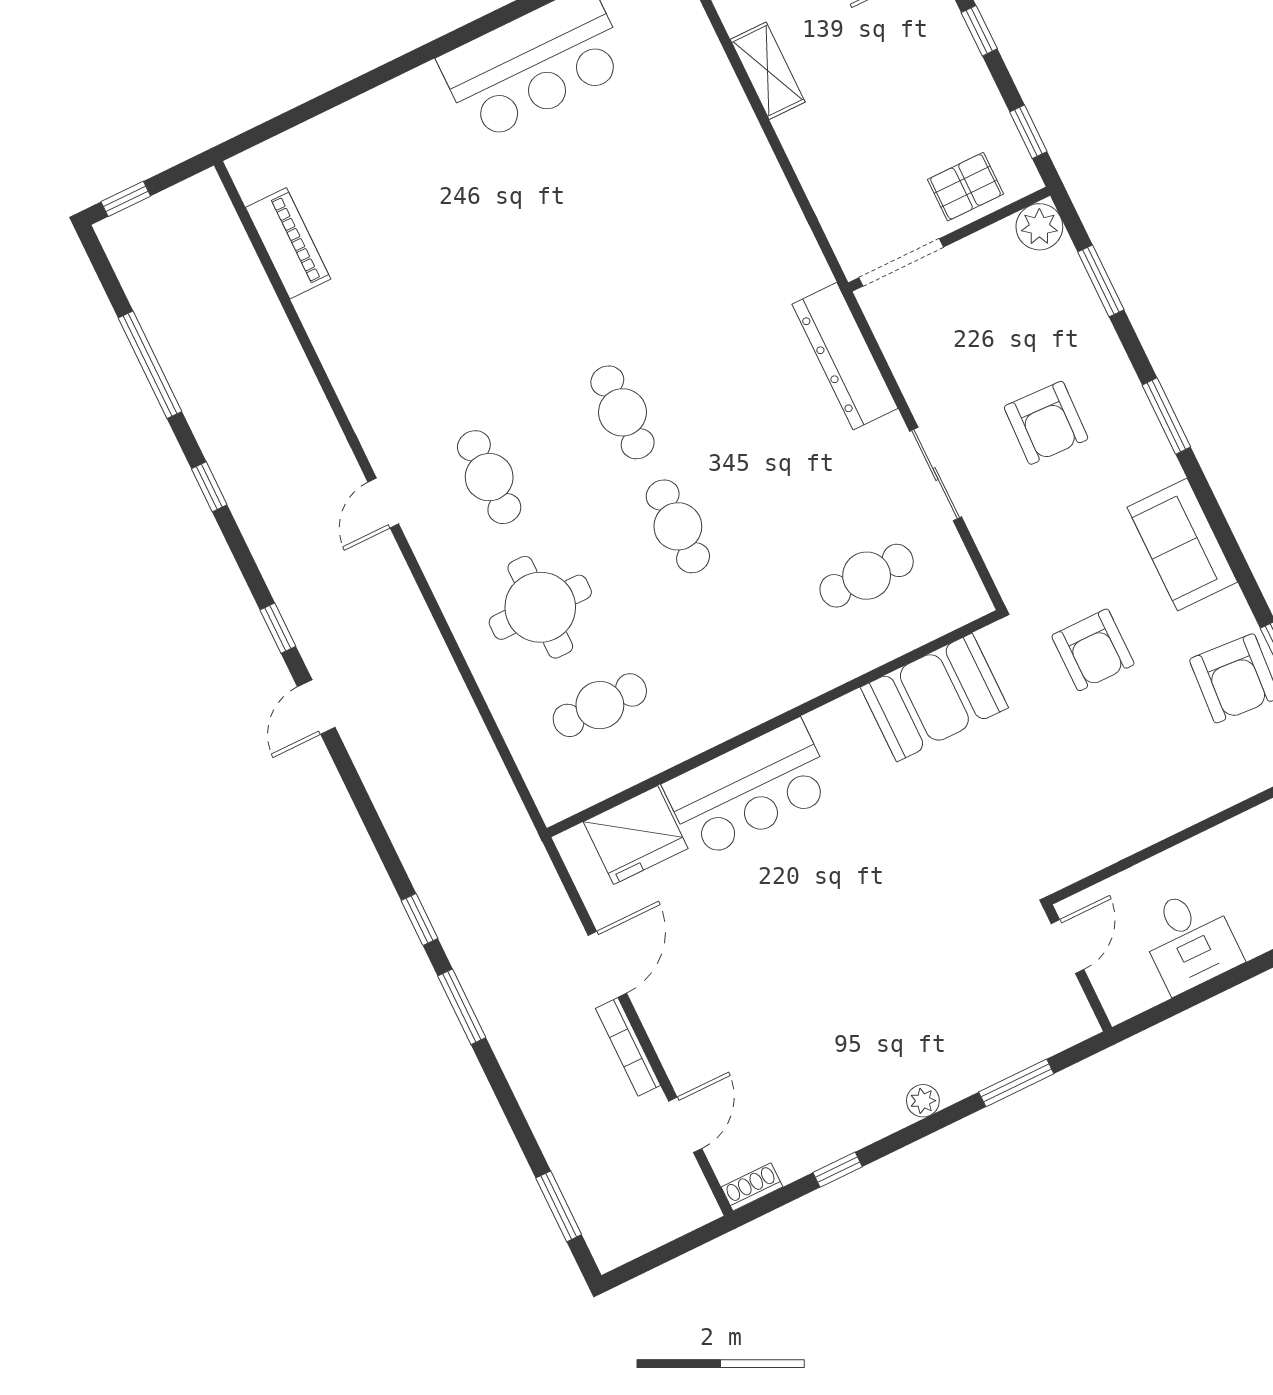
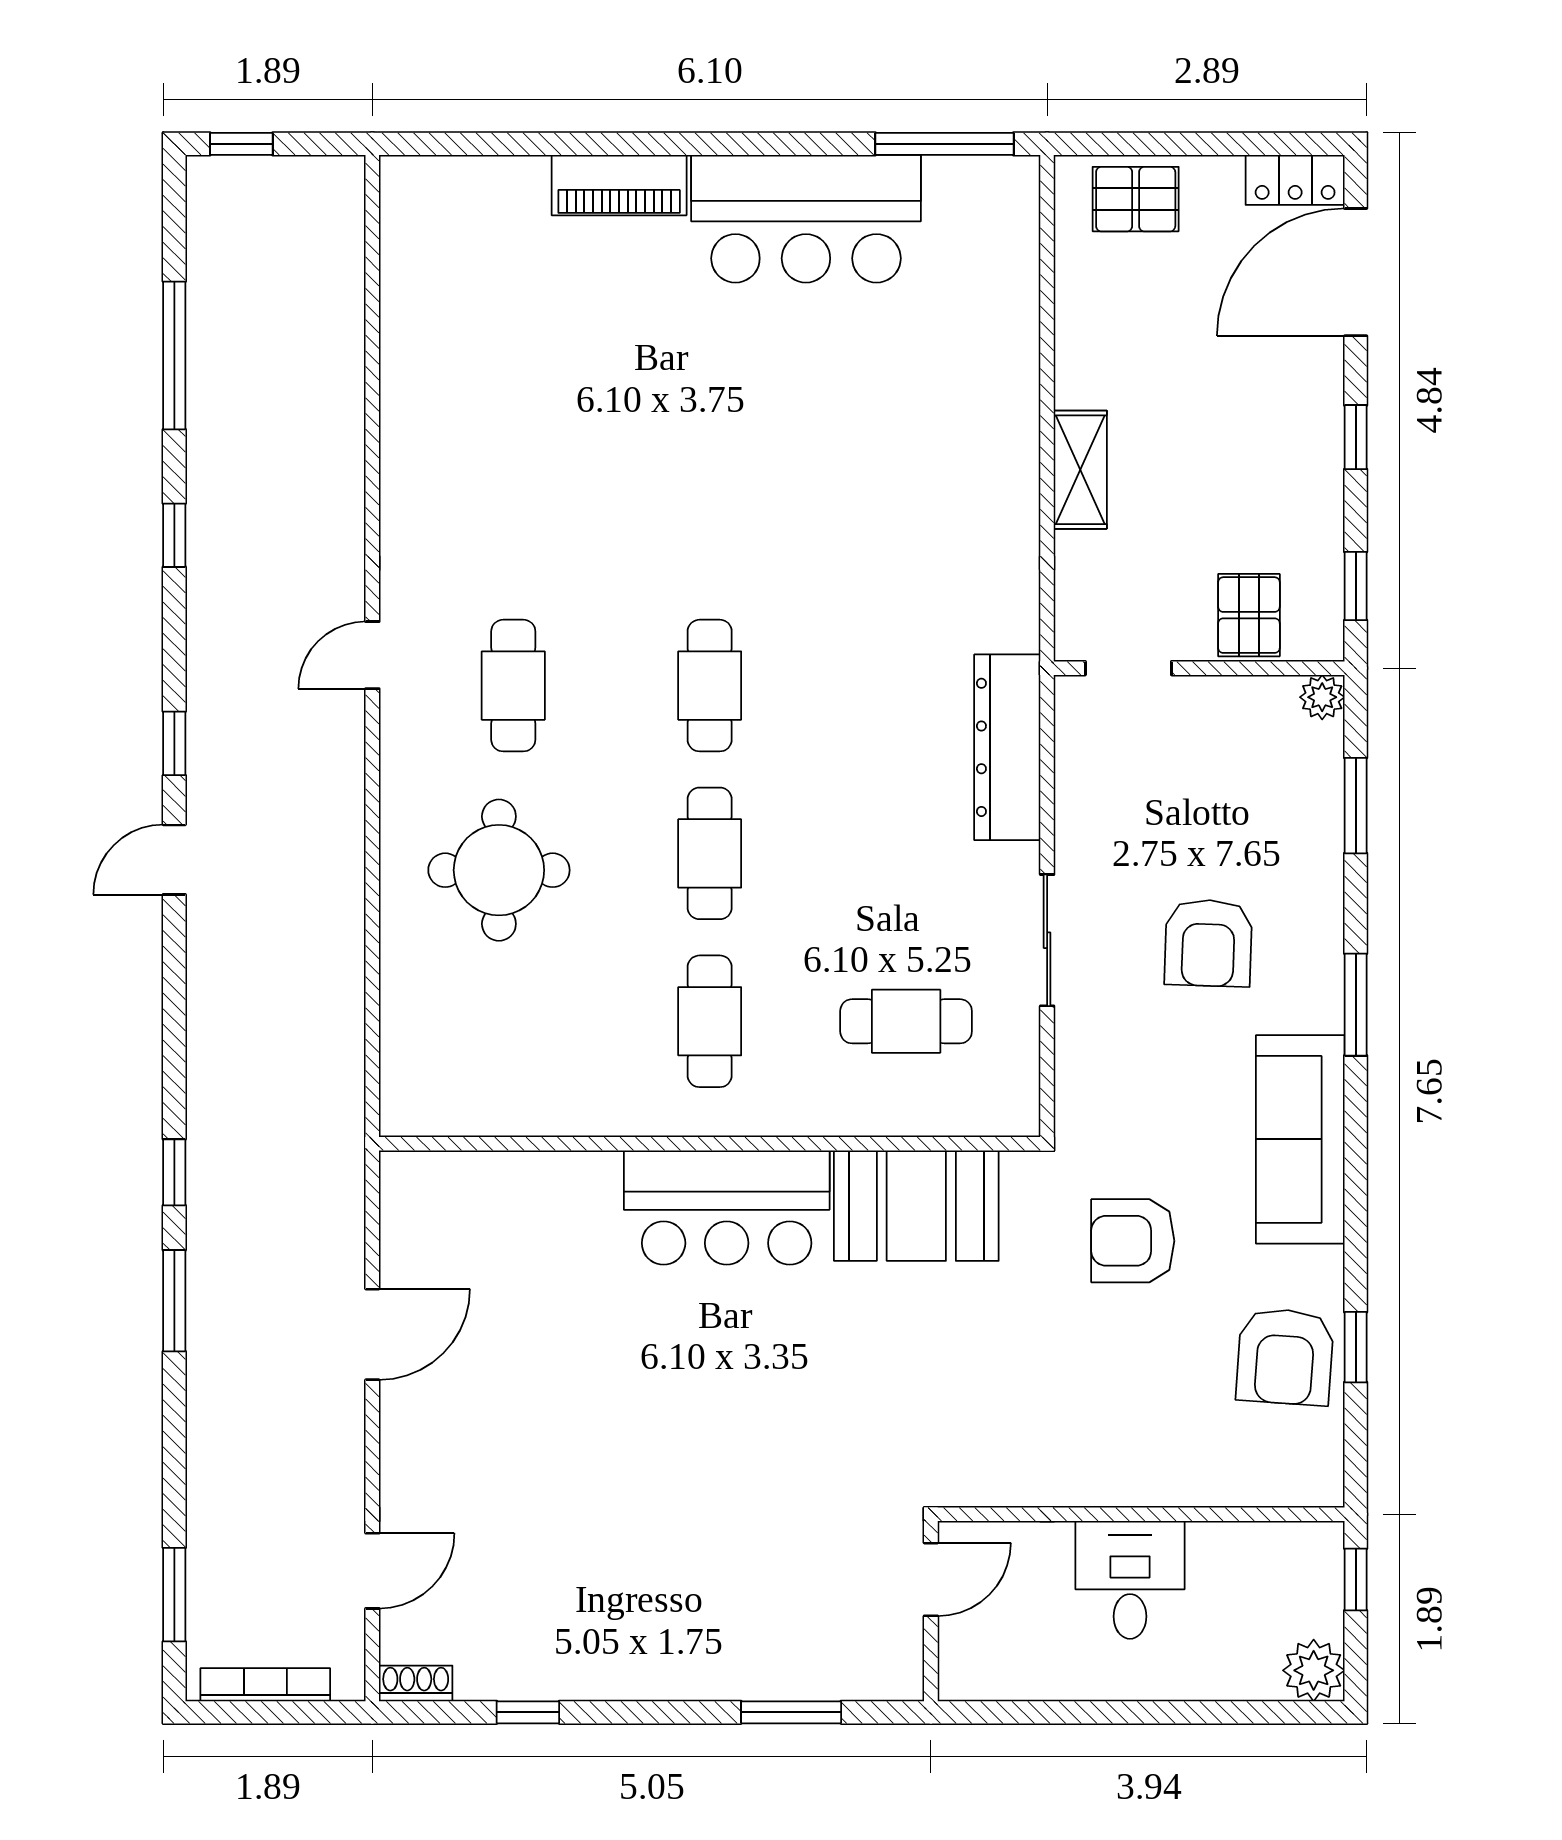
shelving: (768, 71) -> (1080, 470), moved
pallet: (965, 187) -> (1249, 615), turned 90
plant: (1039, 227) -> (1322, 697), width x0.73, depth x0.73
piano: (288, 243) -> (619, 185), moved, turned 90
doorway: (901, 262) -> (1128, 668), width x0.73
sofa: (1182, 545) -> (1300, 1139), width x1.36
armchair: (1093, 650) -> (1133, 1241), turned 90
cafe table: (600, 705) -> (710, 1021), moved, turned 90
bar counter: (749, 789) -> (727, 1208), moved
fridge: (636, 835) -> (481, 1197), removed
desk: (1190, 940) -> (1130, 1580), moved, turned 180
bookcase: (628, 1047) -> (265, 1685), moved, turned 90
plant: (923, 1101) -> (669, 1680), removed

